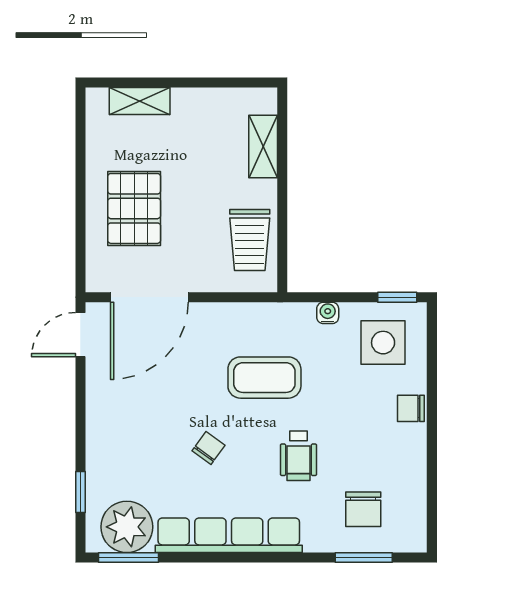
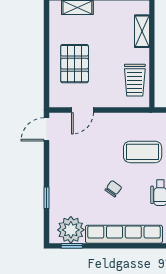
door: (149, 297) -> (83, 110), width x0.53
window: (80, 492) -> (47, 198), moved
window: (129, 558) -> (72, 246), width x0.67

